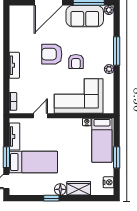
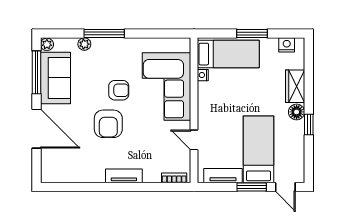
plant: (109, 69) -> (84, 44), moved

